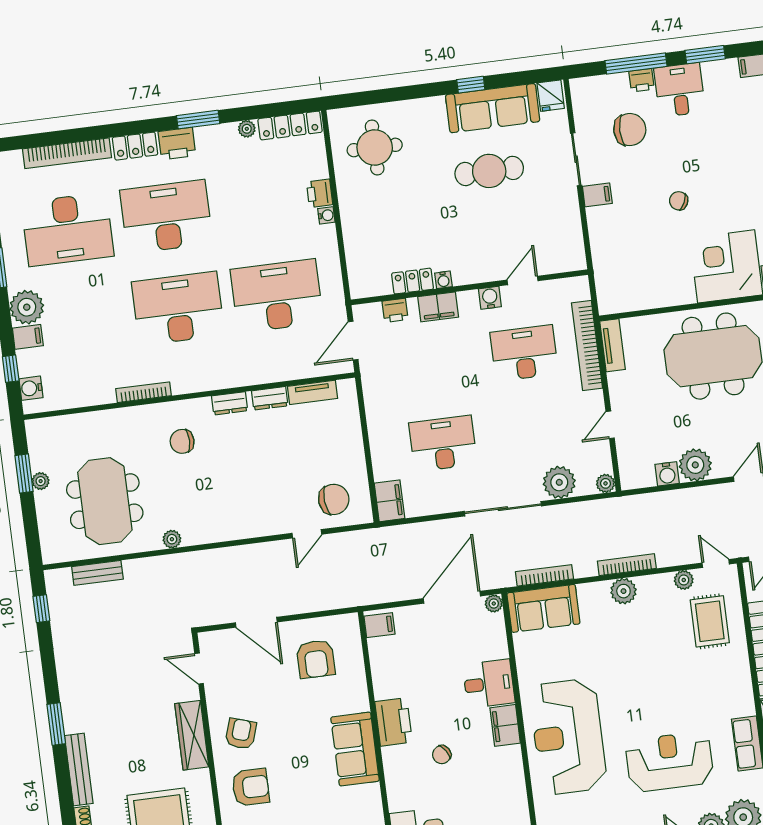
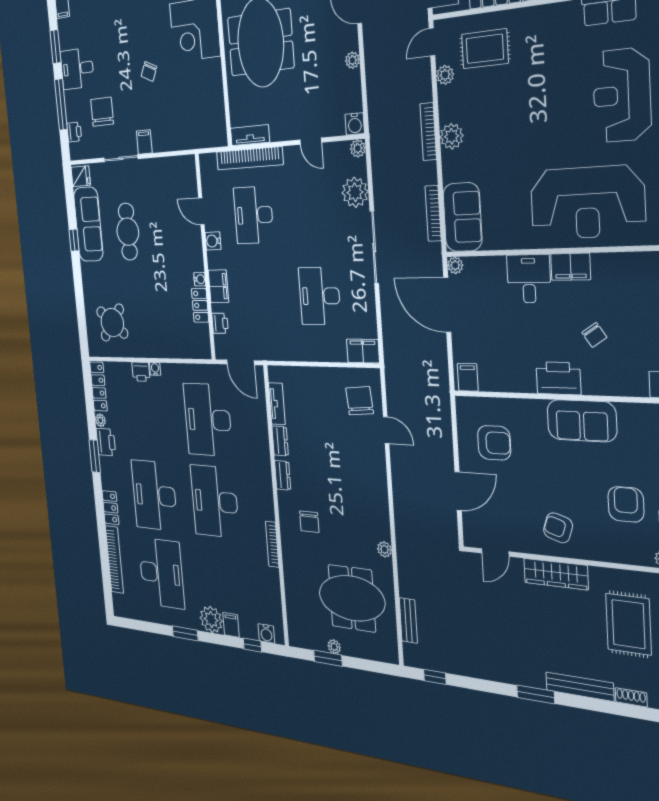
printer: (642, 80) -> (74, 132), moved
printer: (177, 144) -> (106, 442), moved
round table: (375, 147) -> (112, 323), turned 38
plant: (695, 465) -> (352, 60), width x0.53, depth x0.53
water cooler: (667, 474) -> (355, 124), moved, turned 90
armchair: (251, 787) -> (626, 504), moved

